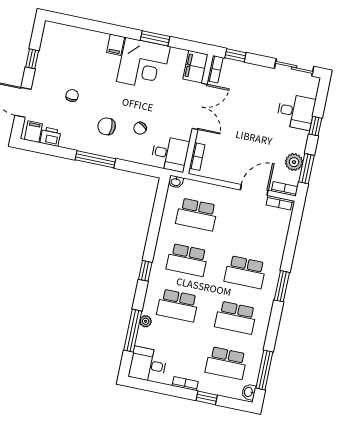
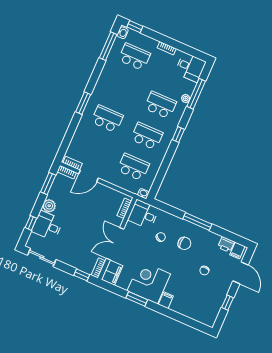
window: (315, 126) -> (31, 223), moved
plant: (294, 162) -> (49, 206), moved
school desk: (236, 318) -> (121, 88), removed
window: (207, 398) -> (135, 27), moved

